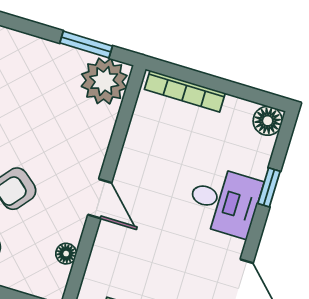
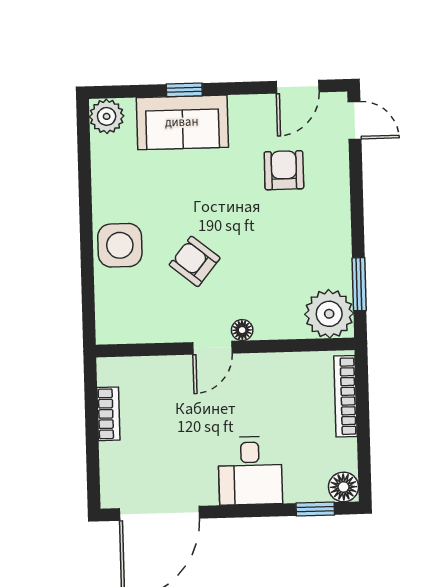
window: (269, 187) -> (315, 509), moved
floor lamp: (66, 254) -> (242, 330), moved

